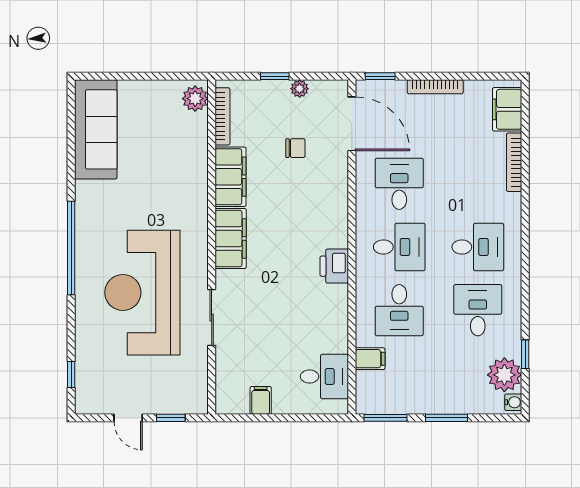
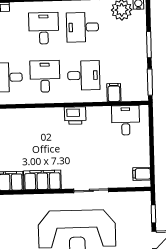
printer: (334, 266) -> (75, 115), moved
filing cabinet: (261, 400) -> (142, 174), moved

